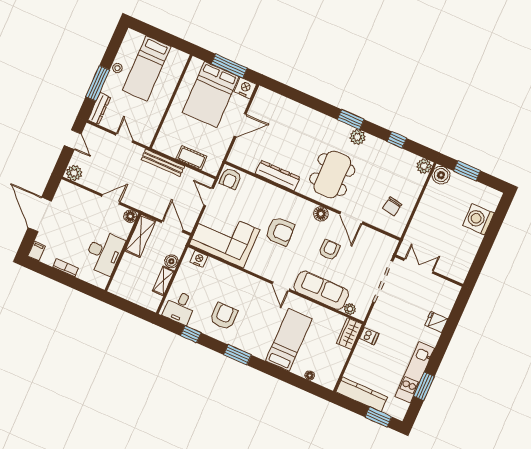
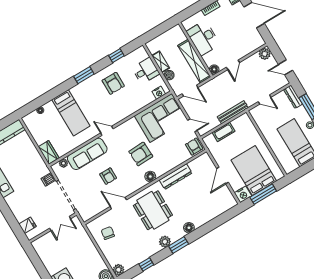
floor lamp: (324, 121) -> (189, 228), added
floor lamp: (321, 214) -> (150, 177), moved
shelving: (140, 236) -> (194, 61), width x1.47
desk: (180, 307) -> (146, 71), moved, turned 90
fridge: (436, 322) -> (27, 225), moved
dishwasher: (369, 336) -> (48, 179), moved

